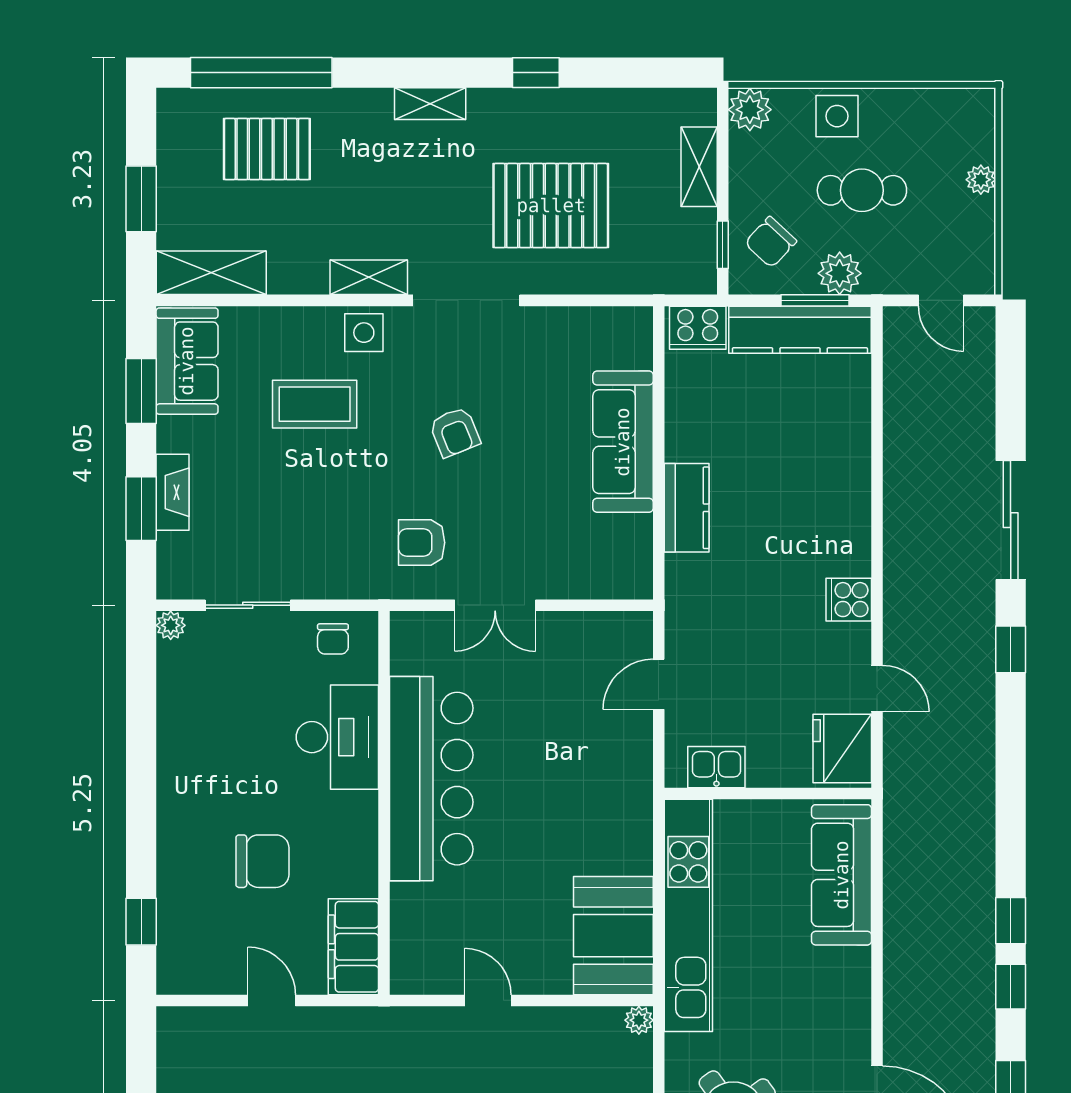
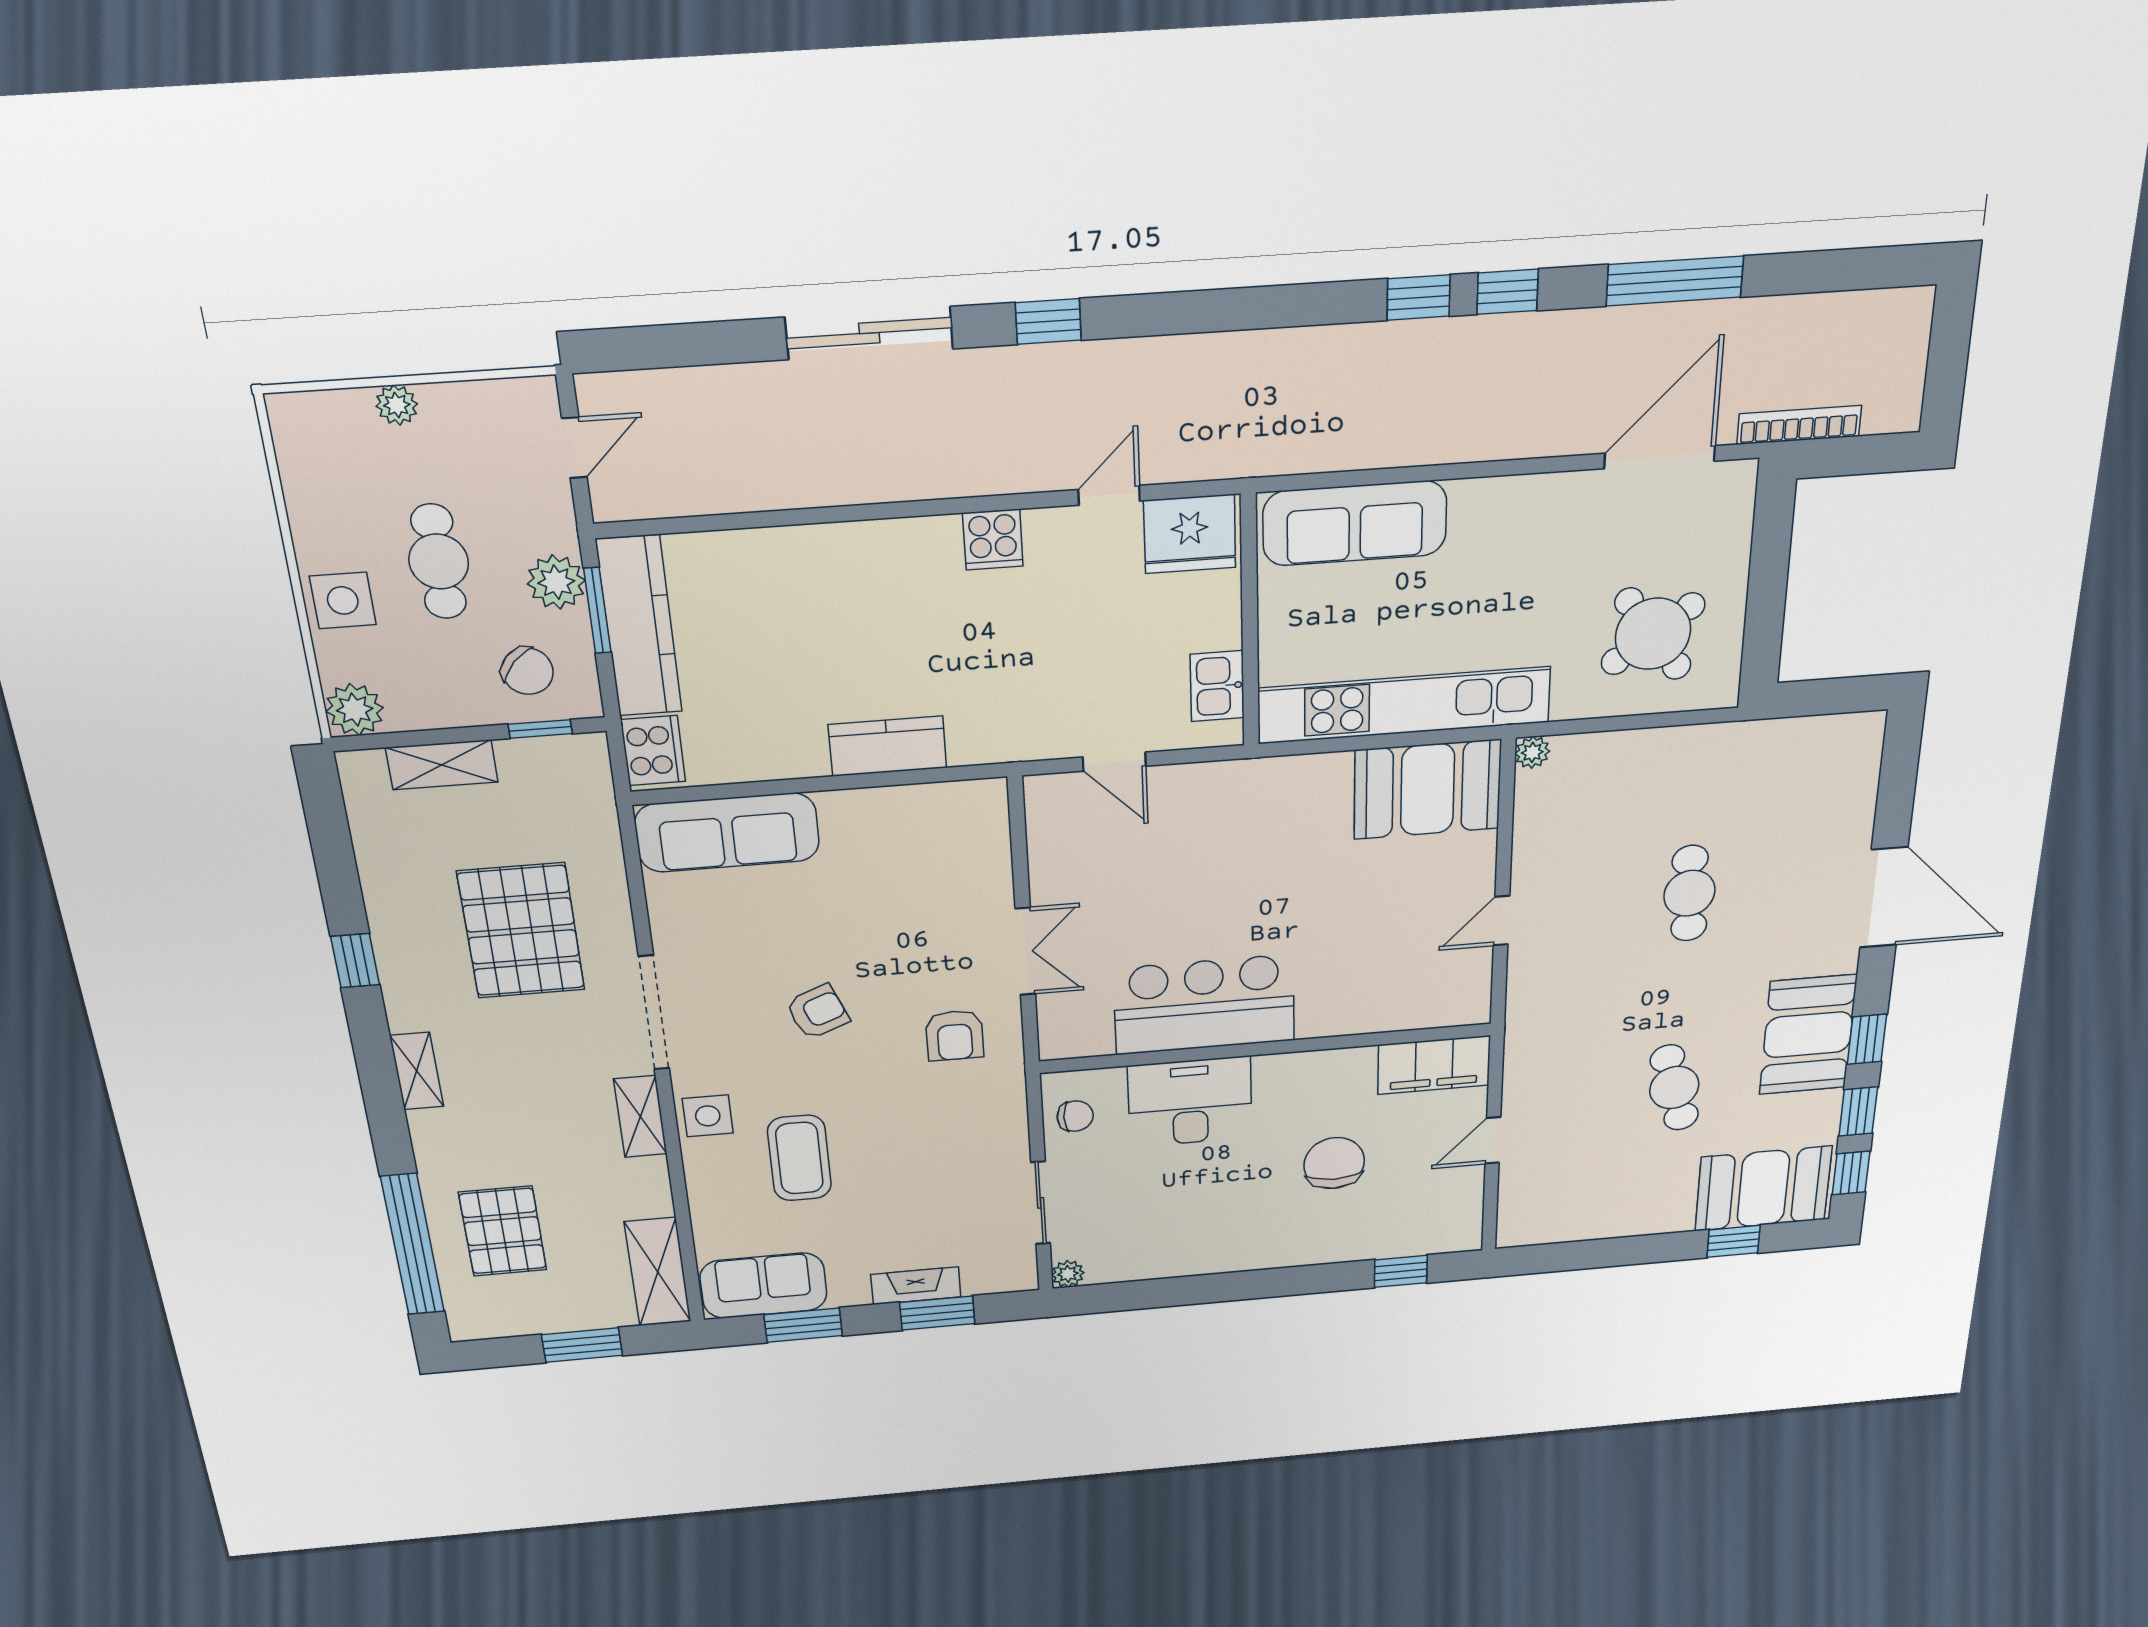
sofa: (623, 442) -> (727, 833), moved
bar counter: (431, 779) -> (1204, 1005), width x0.73

